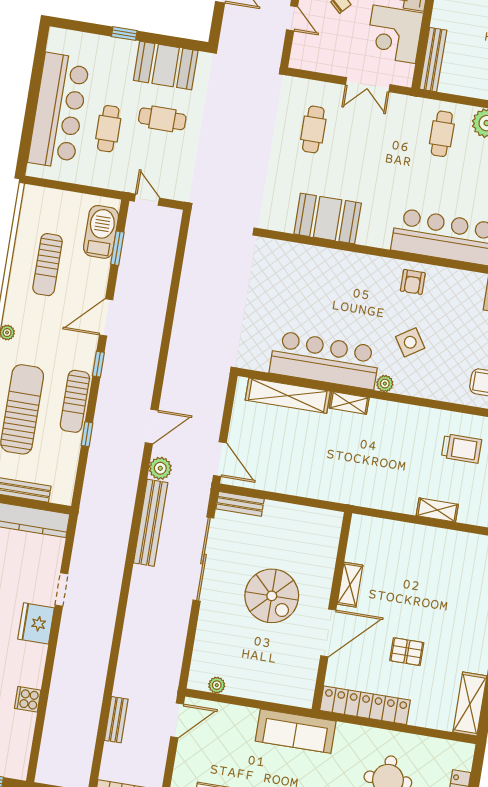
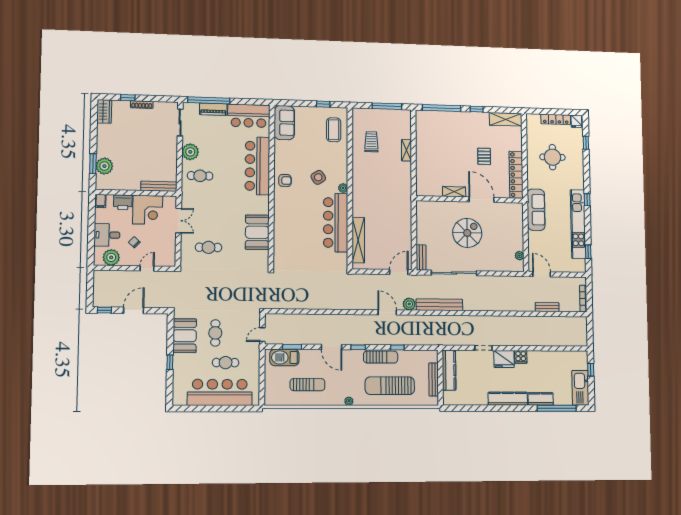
shelving: (349, 403) -> (357, 206), removed
cooker: (28, 699) -> (521, 357), moved

